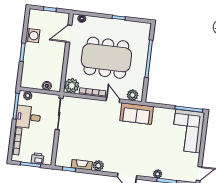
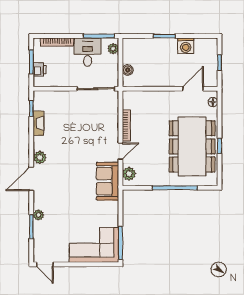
door: (69, 34) -> (193, 89), hinge flipped
dining table: (106, 58) -> (192, 146), moved
plant: (72, 86) -> (131, 100), removed
plant: (98, 166) -> (40, 157), moved

